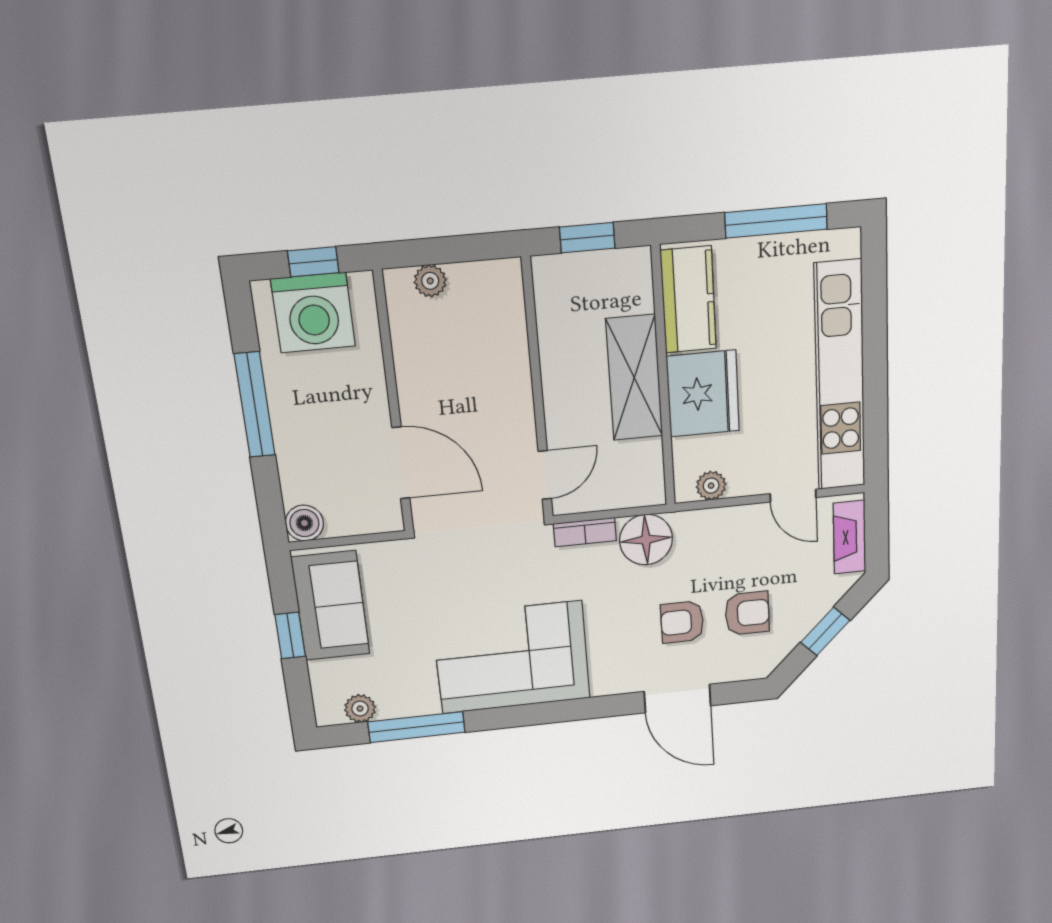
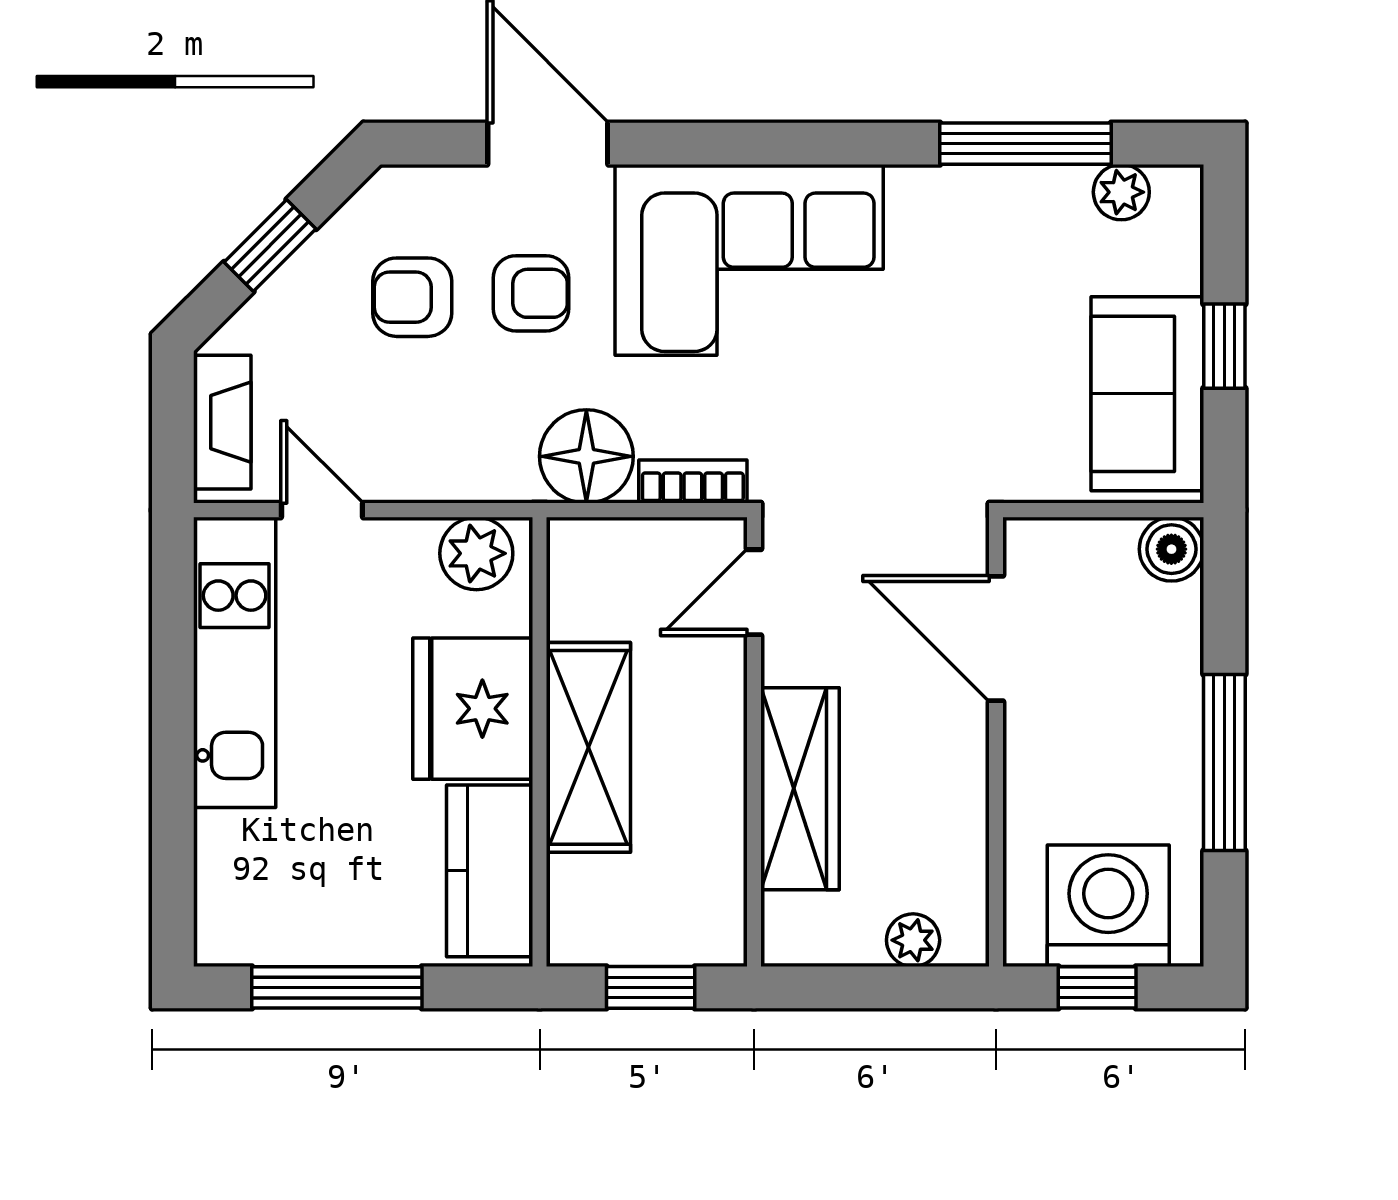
wardrobe: (508, 365) -> (800, 789), added
kitchen unit: (840, 377) -> (235, 662), width x0.73
plant: (711, 486) -> (476, 553), width x1.38, depth x1.38
corner sofa: (512, 657) -> (749, 260), moved

